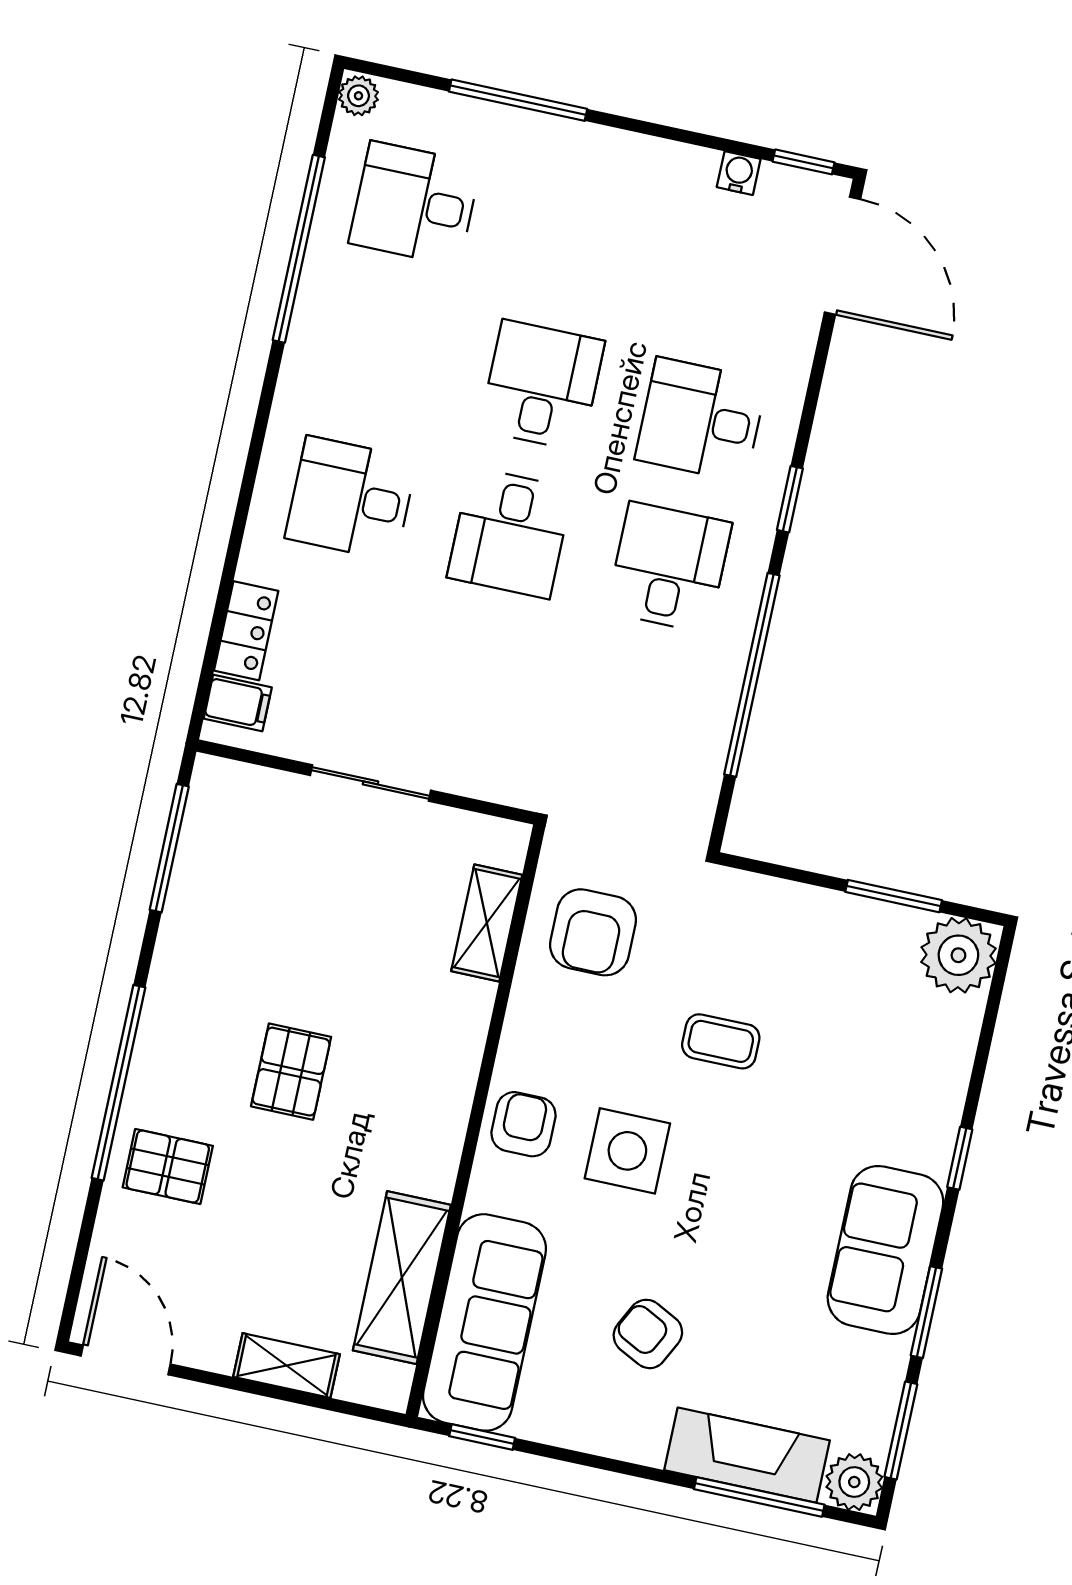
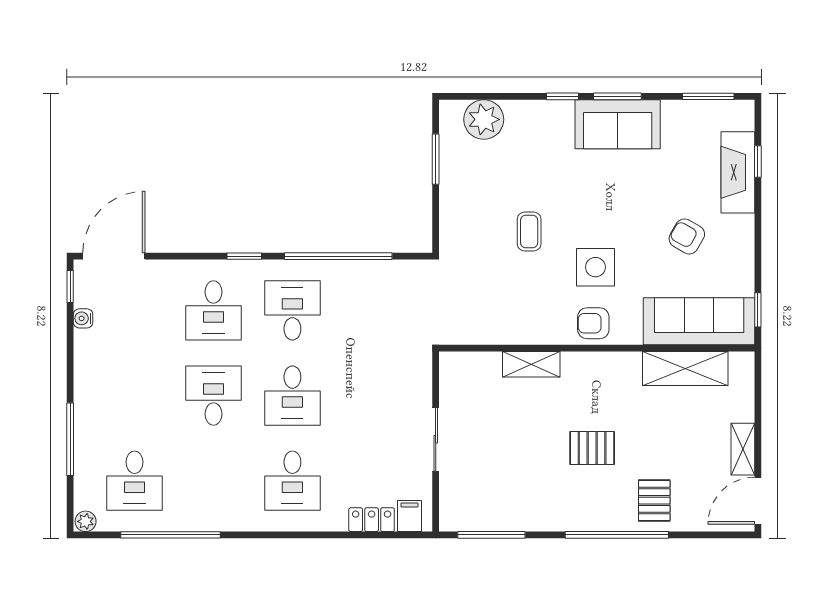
desk: (542, 385) -> (213, 396), turned 90
desk: (510, 533) -> (292, 396), turned 90
desk: (669, 567) -> (292, 310), turned 90
shelving: (487, 923) -> (531, 364), moved
armchair: (593, 932) -> (488, 309), removed
plant: (958, 955) -> (484, 119), moved
window: (926, 1312) -> (617, 96), moved
armchair: (648, 1334) -> (687, 236), turned 93
shelving: (286, 1365) -> (743, 449), moved
plant: (854, 1482) -> (740, 115), removed
window: (759, 1497) -> (758, 161), width x0.46

